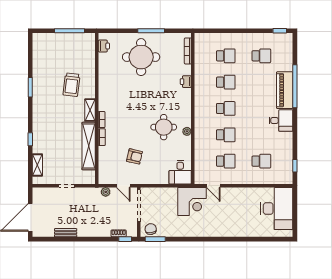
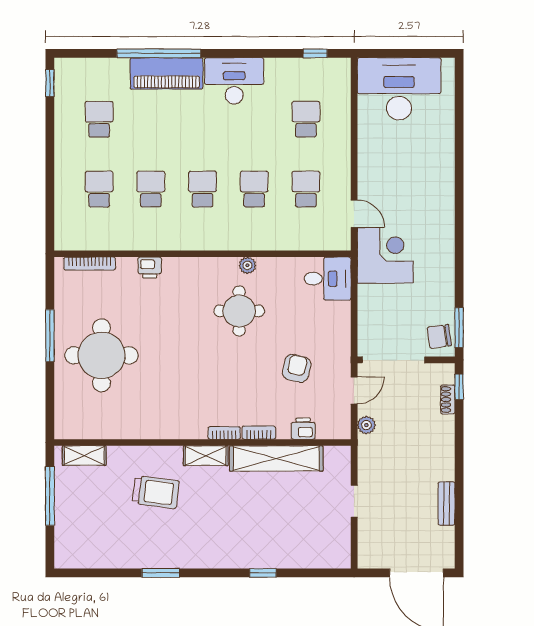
printer: (104, 46) -> (303, 429), moved
desk: (281, 120) -> (234, 81), width x1.37
shelving: (37, 165) -> (84, 456), moved
door: (213, 186) -> (354, 214), hinge flipped

